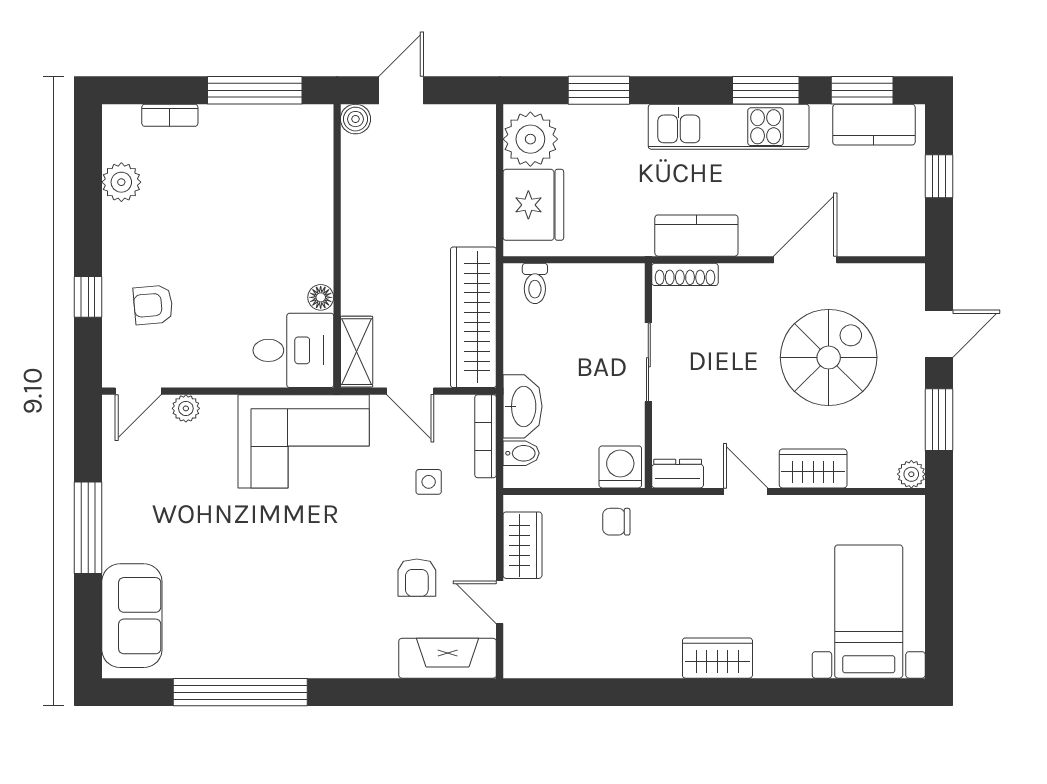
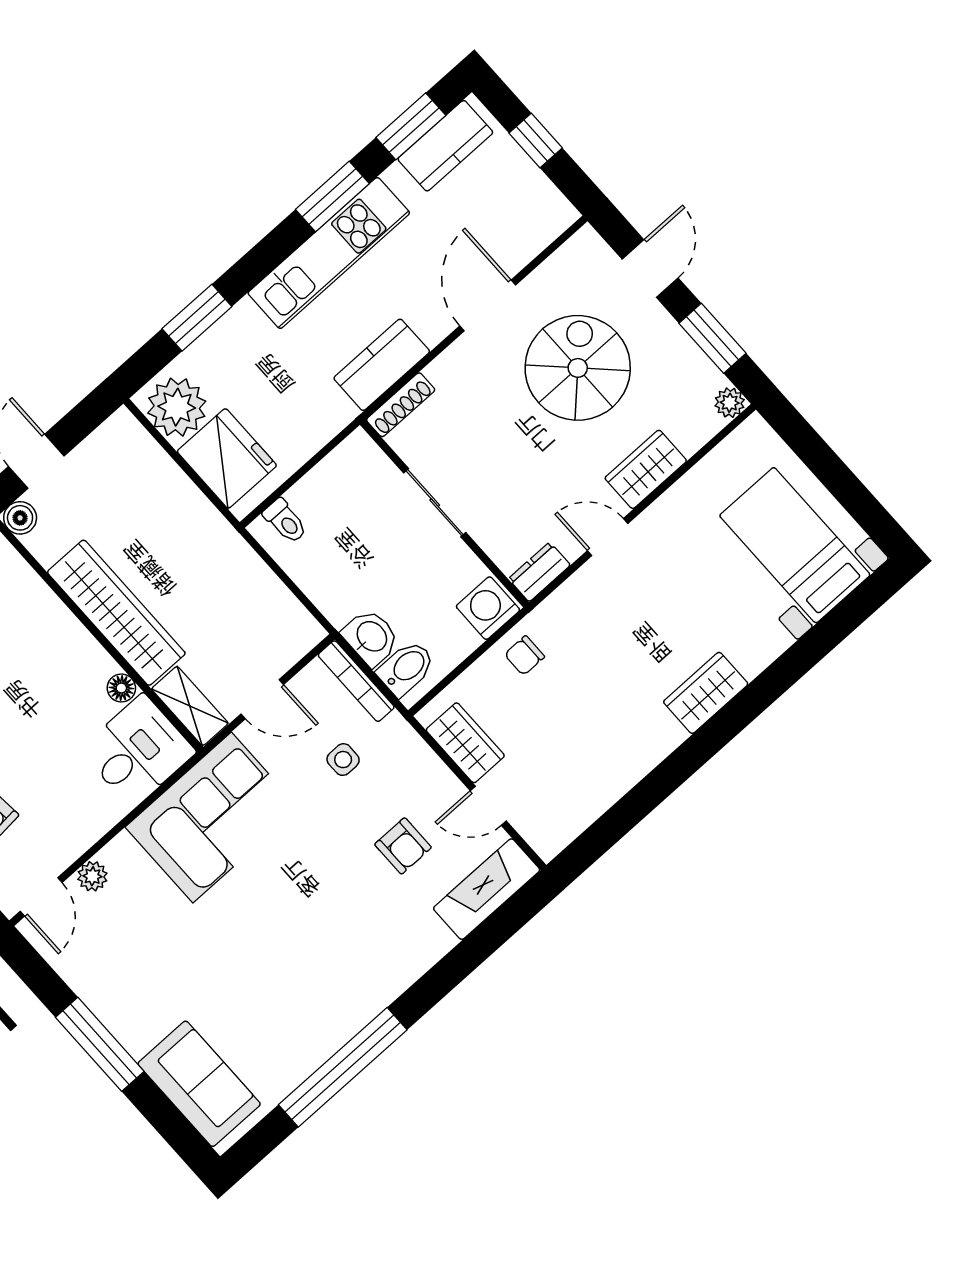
wardrobe: (473, 317) -> (116, 613), moved, turned 180
washbasin: (523, 406) -> (371, 637), width x0.72
bidet: (521, 453) -> (406, 668), width x1.38, depth x1.36

